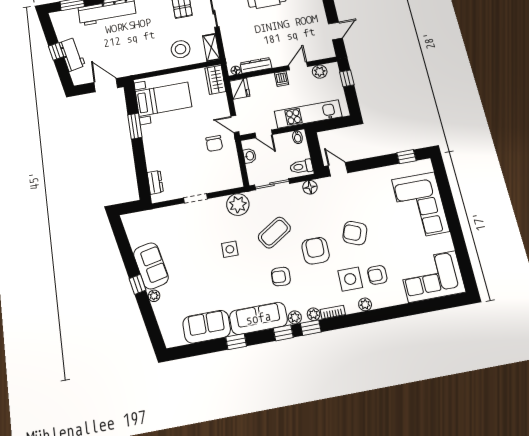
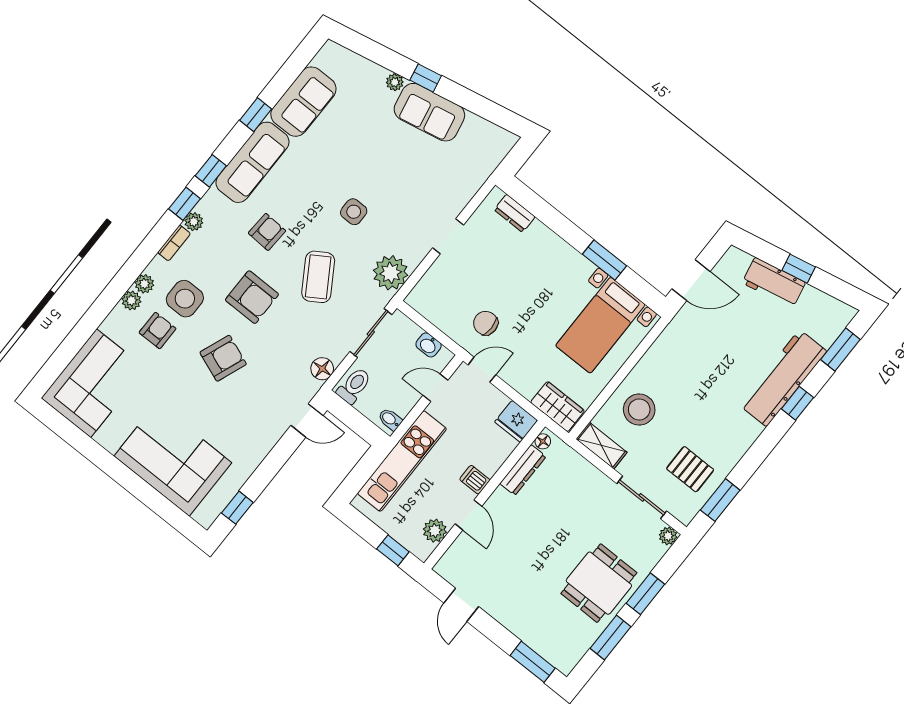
plant: (295, 317) -> (131, 300), moved

